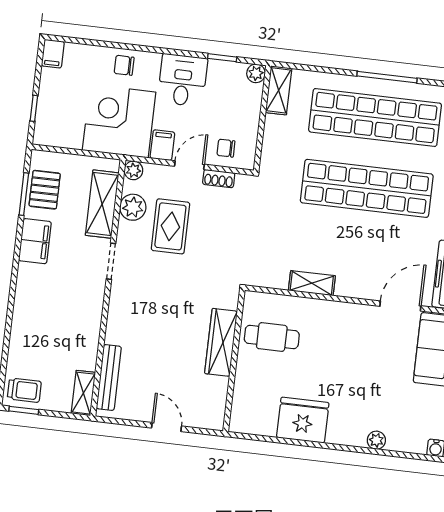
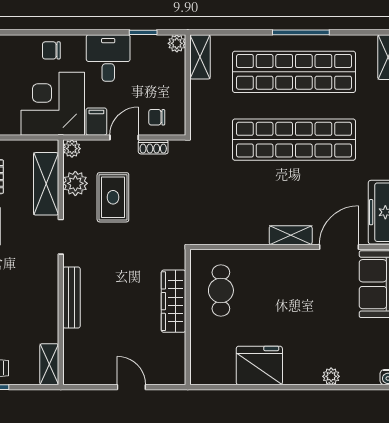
shelving: (312, 283) -> (291, 235), moved
cafe table: (272, 337) -> (221, 290), turned 90
bench: (109, 377) -> (72, 297), moved

